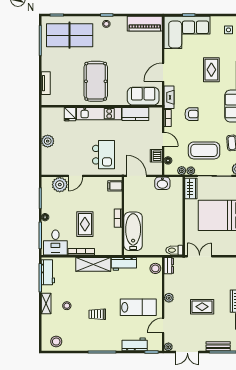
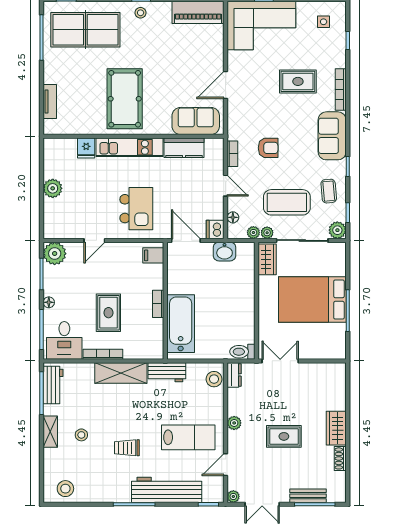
rug: (211, 70) -> (298, 81), turned 90
fireplace: (169, 97) -> (234, 123), removed
dishwasher: (156, 156) -> (215, 229), moved
plant: (60, 185) -> (55, 254), moved
workbench: (135, 344) -> (167, 490), width x1.88, depth x1.32

